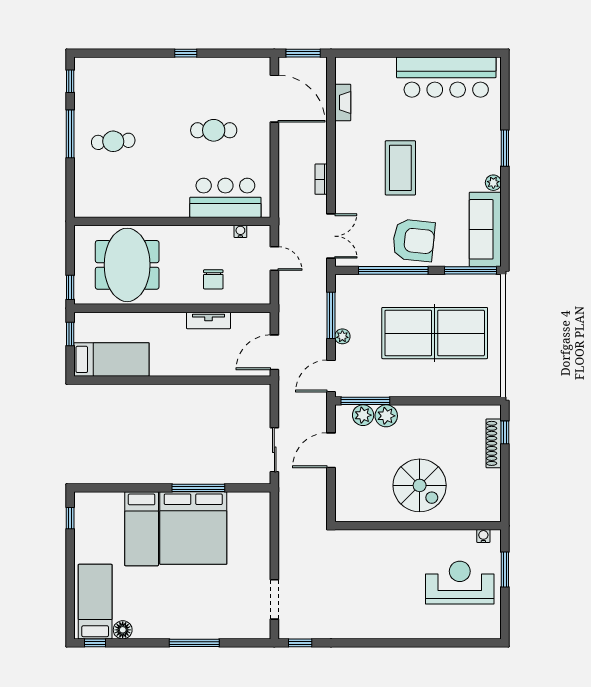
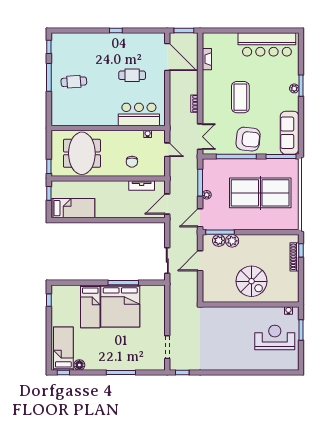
plant: (493, 183) -> (294, 88), moved
tv unit: (208, 320) -> (142, 186), moved

